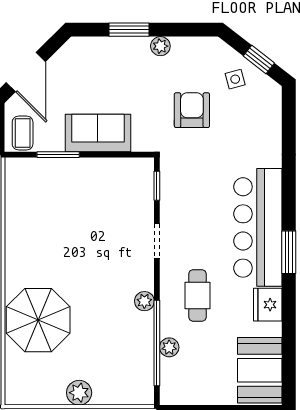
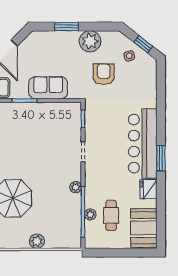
plant: (160, 46) -> (90, 41), width x1.88, depth x1.88
cafe table: (197, 295) -> (111, 215), moved

